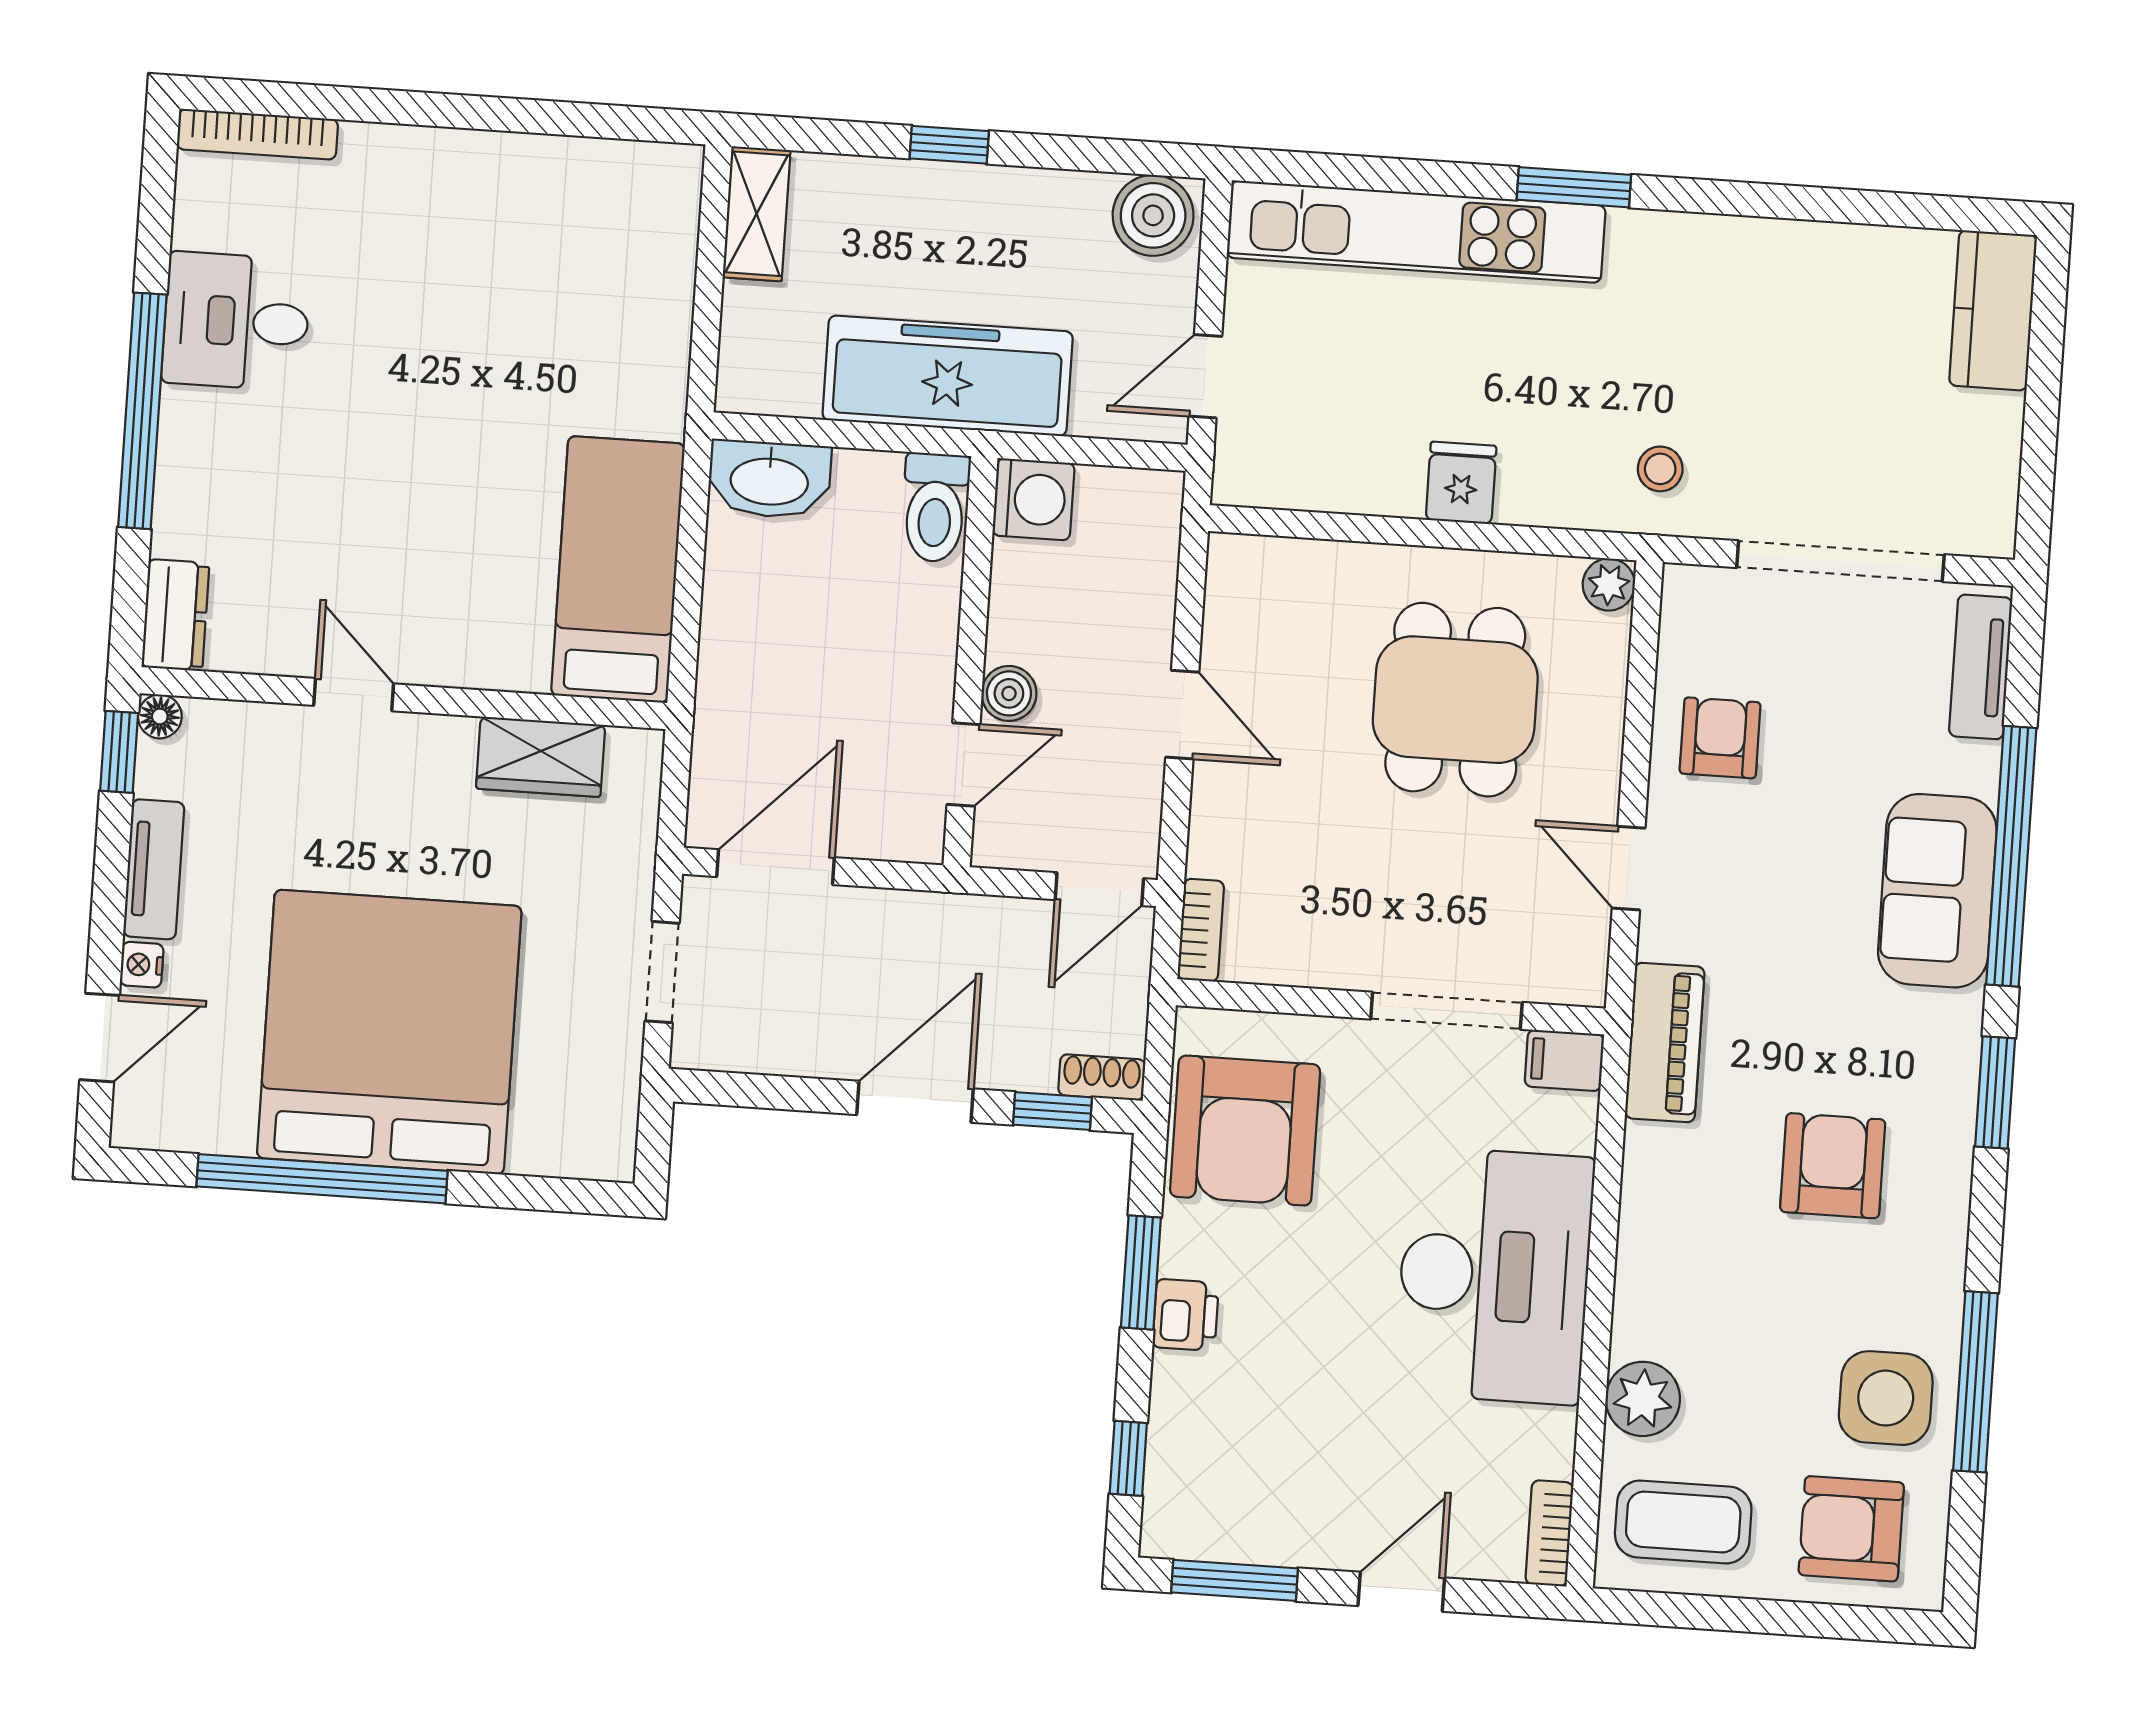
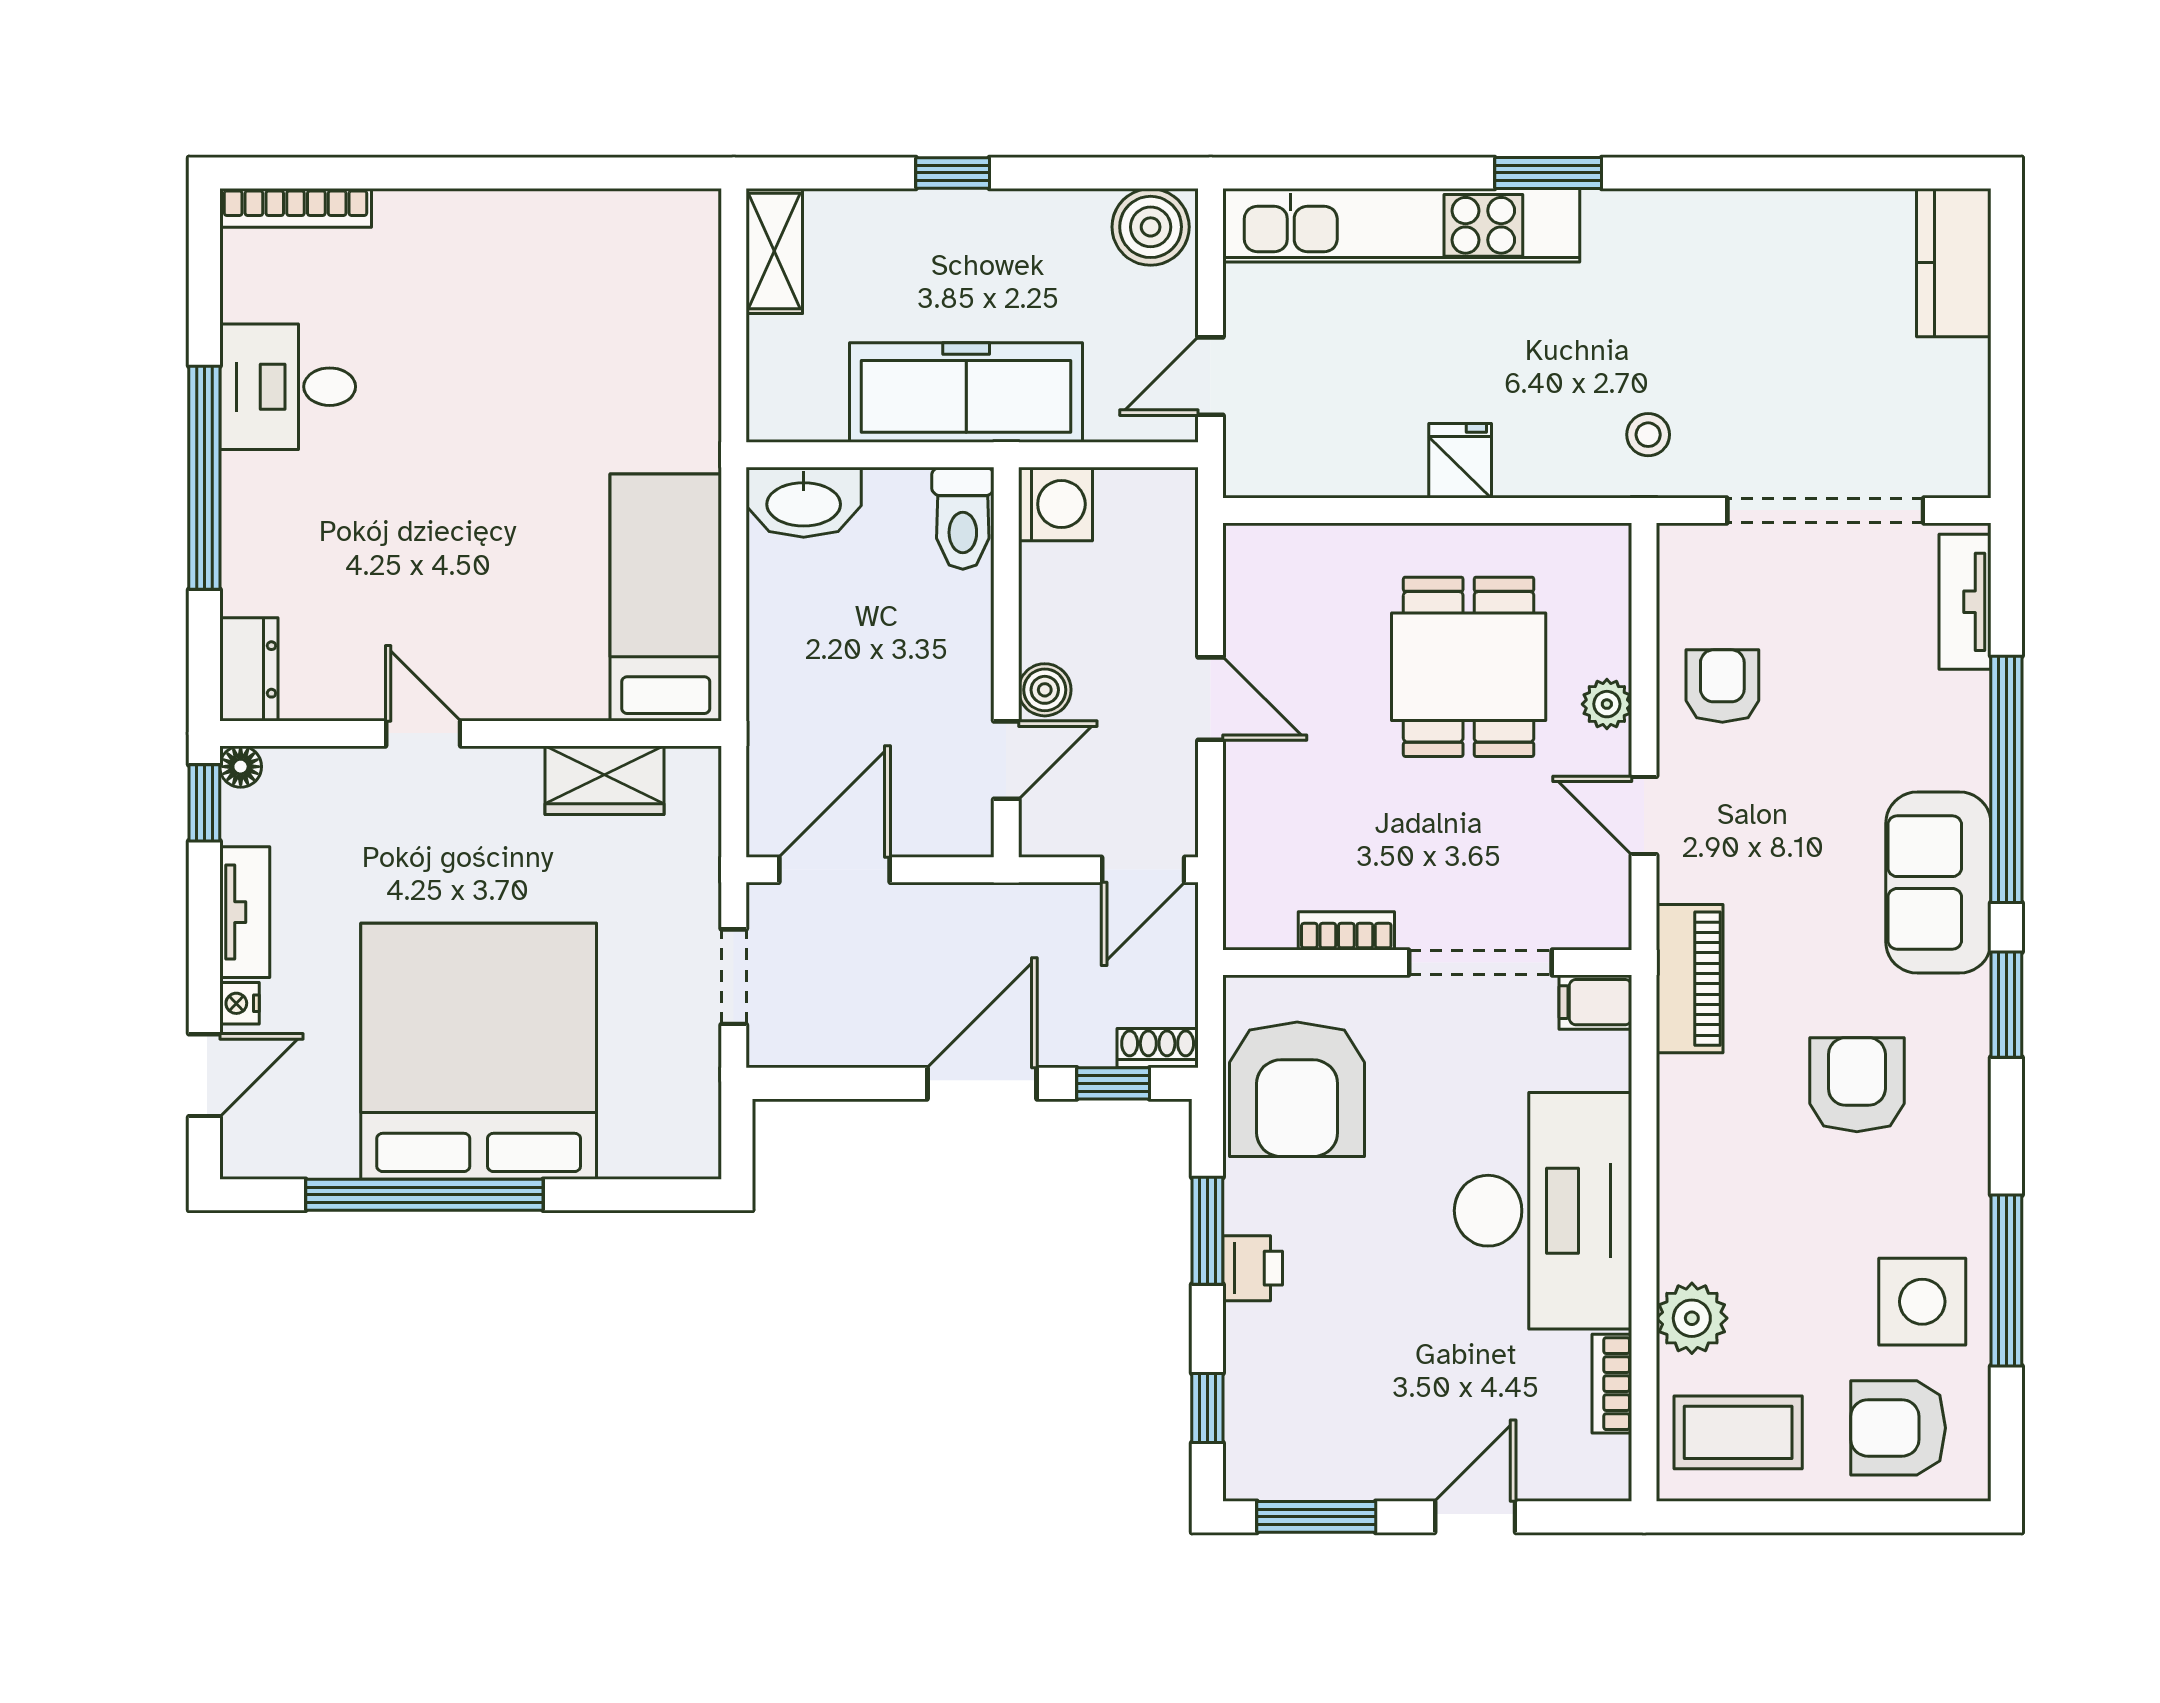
plant: (1609, 584) -> (1607, 704), moved
sofa: (1937, 891) -> (1938, 883), moved
bookcase: (1201, 930) -> (1346, 931), moved, turned -90
bookcase: (1549, 1533) -> (1612, 1384), moved

